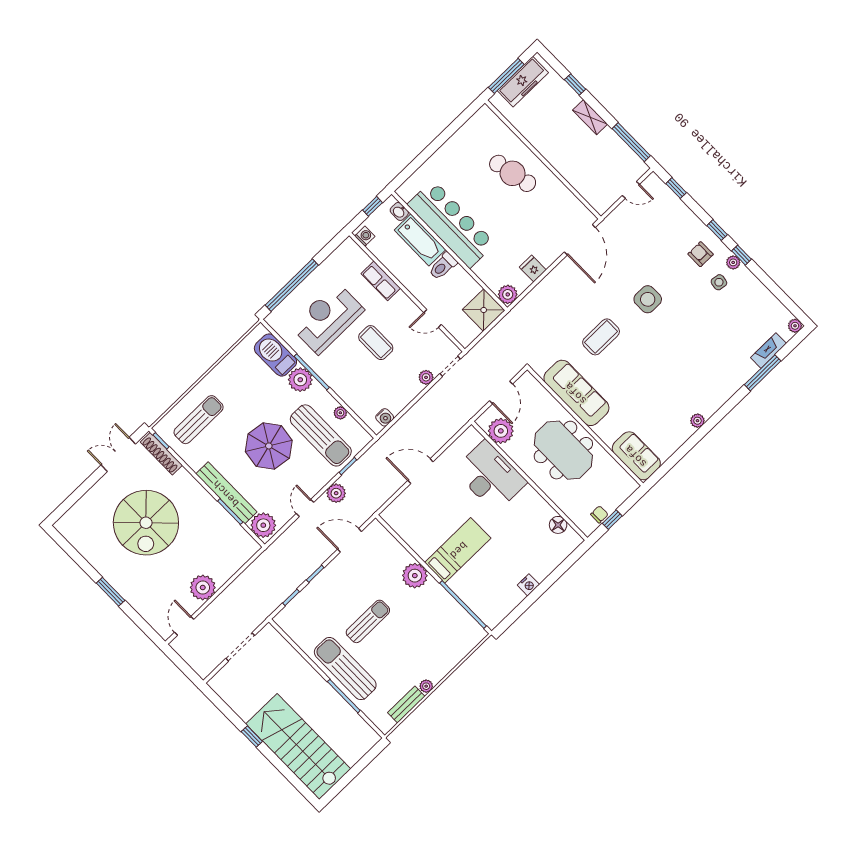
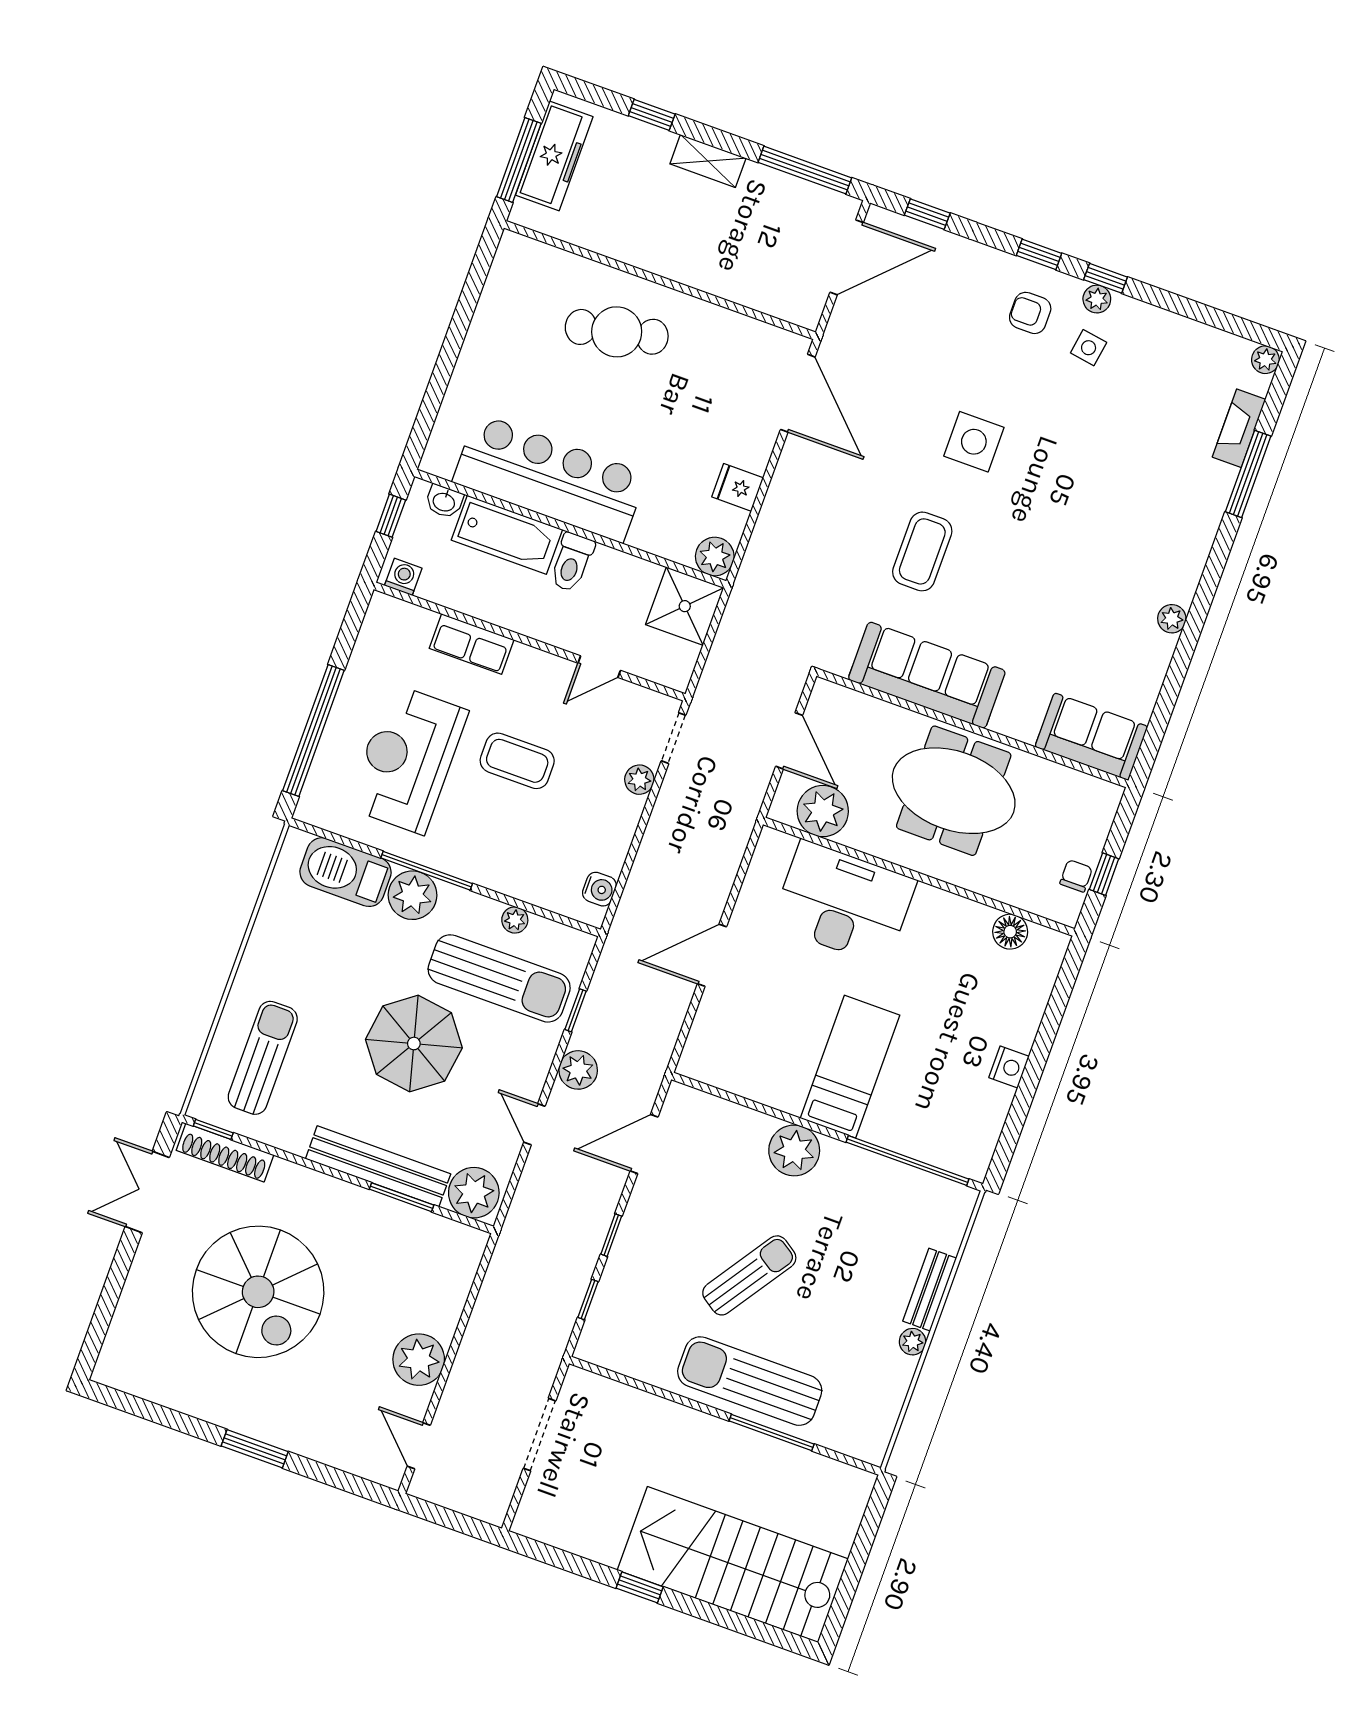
door: (631, 190) -> (847, 257), width x1.88
sun lounger: (368, 621) -> (749, 1275), turned 34
bench: (406, 704) -> (930, 1290), moved

